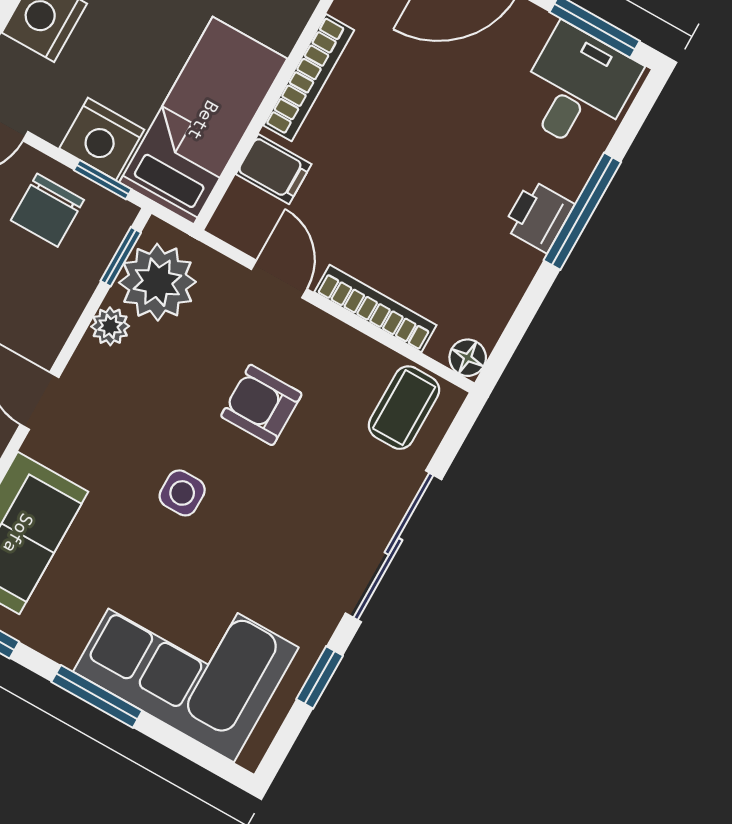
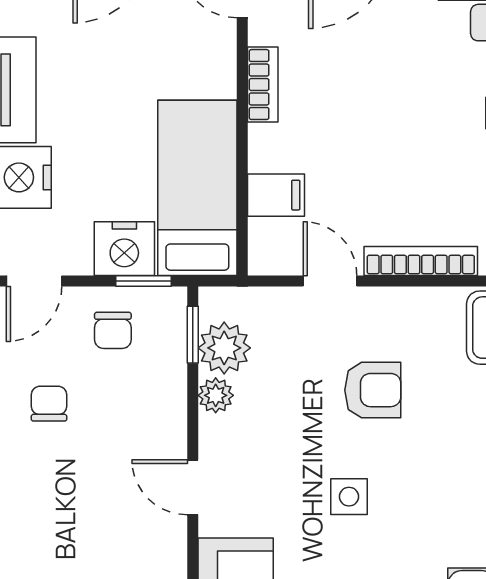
bookcase: (309, 78) -> (263, 85), width x0.64
chair: (47, 210) -> (113, 330), width x0.73, depth x0.73
plant: (157, 282) -> (224, 348), width x0.73, depth x0.73
armchair: (261, 405) -> (373, 390), turned 180

